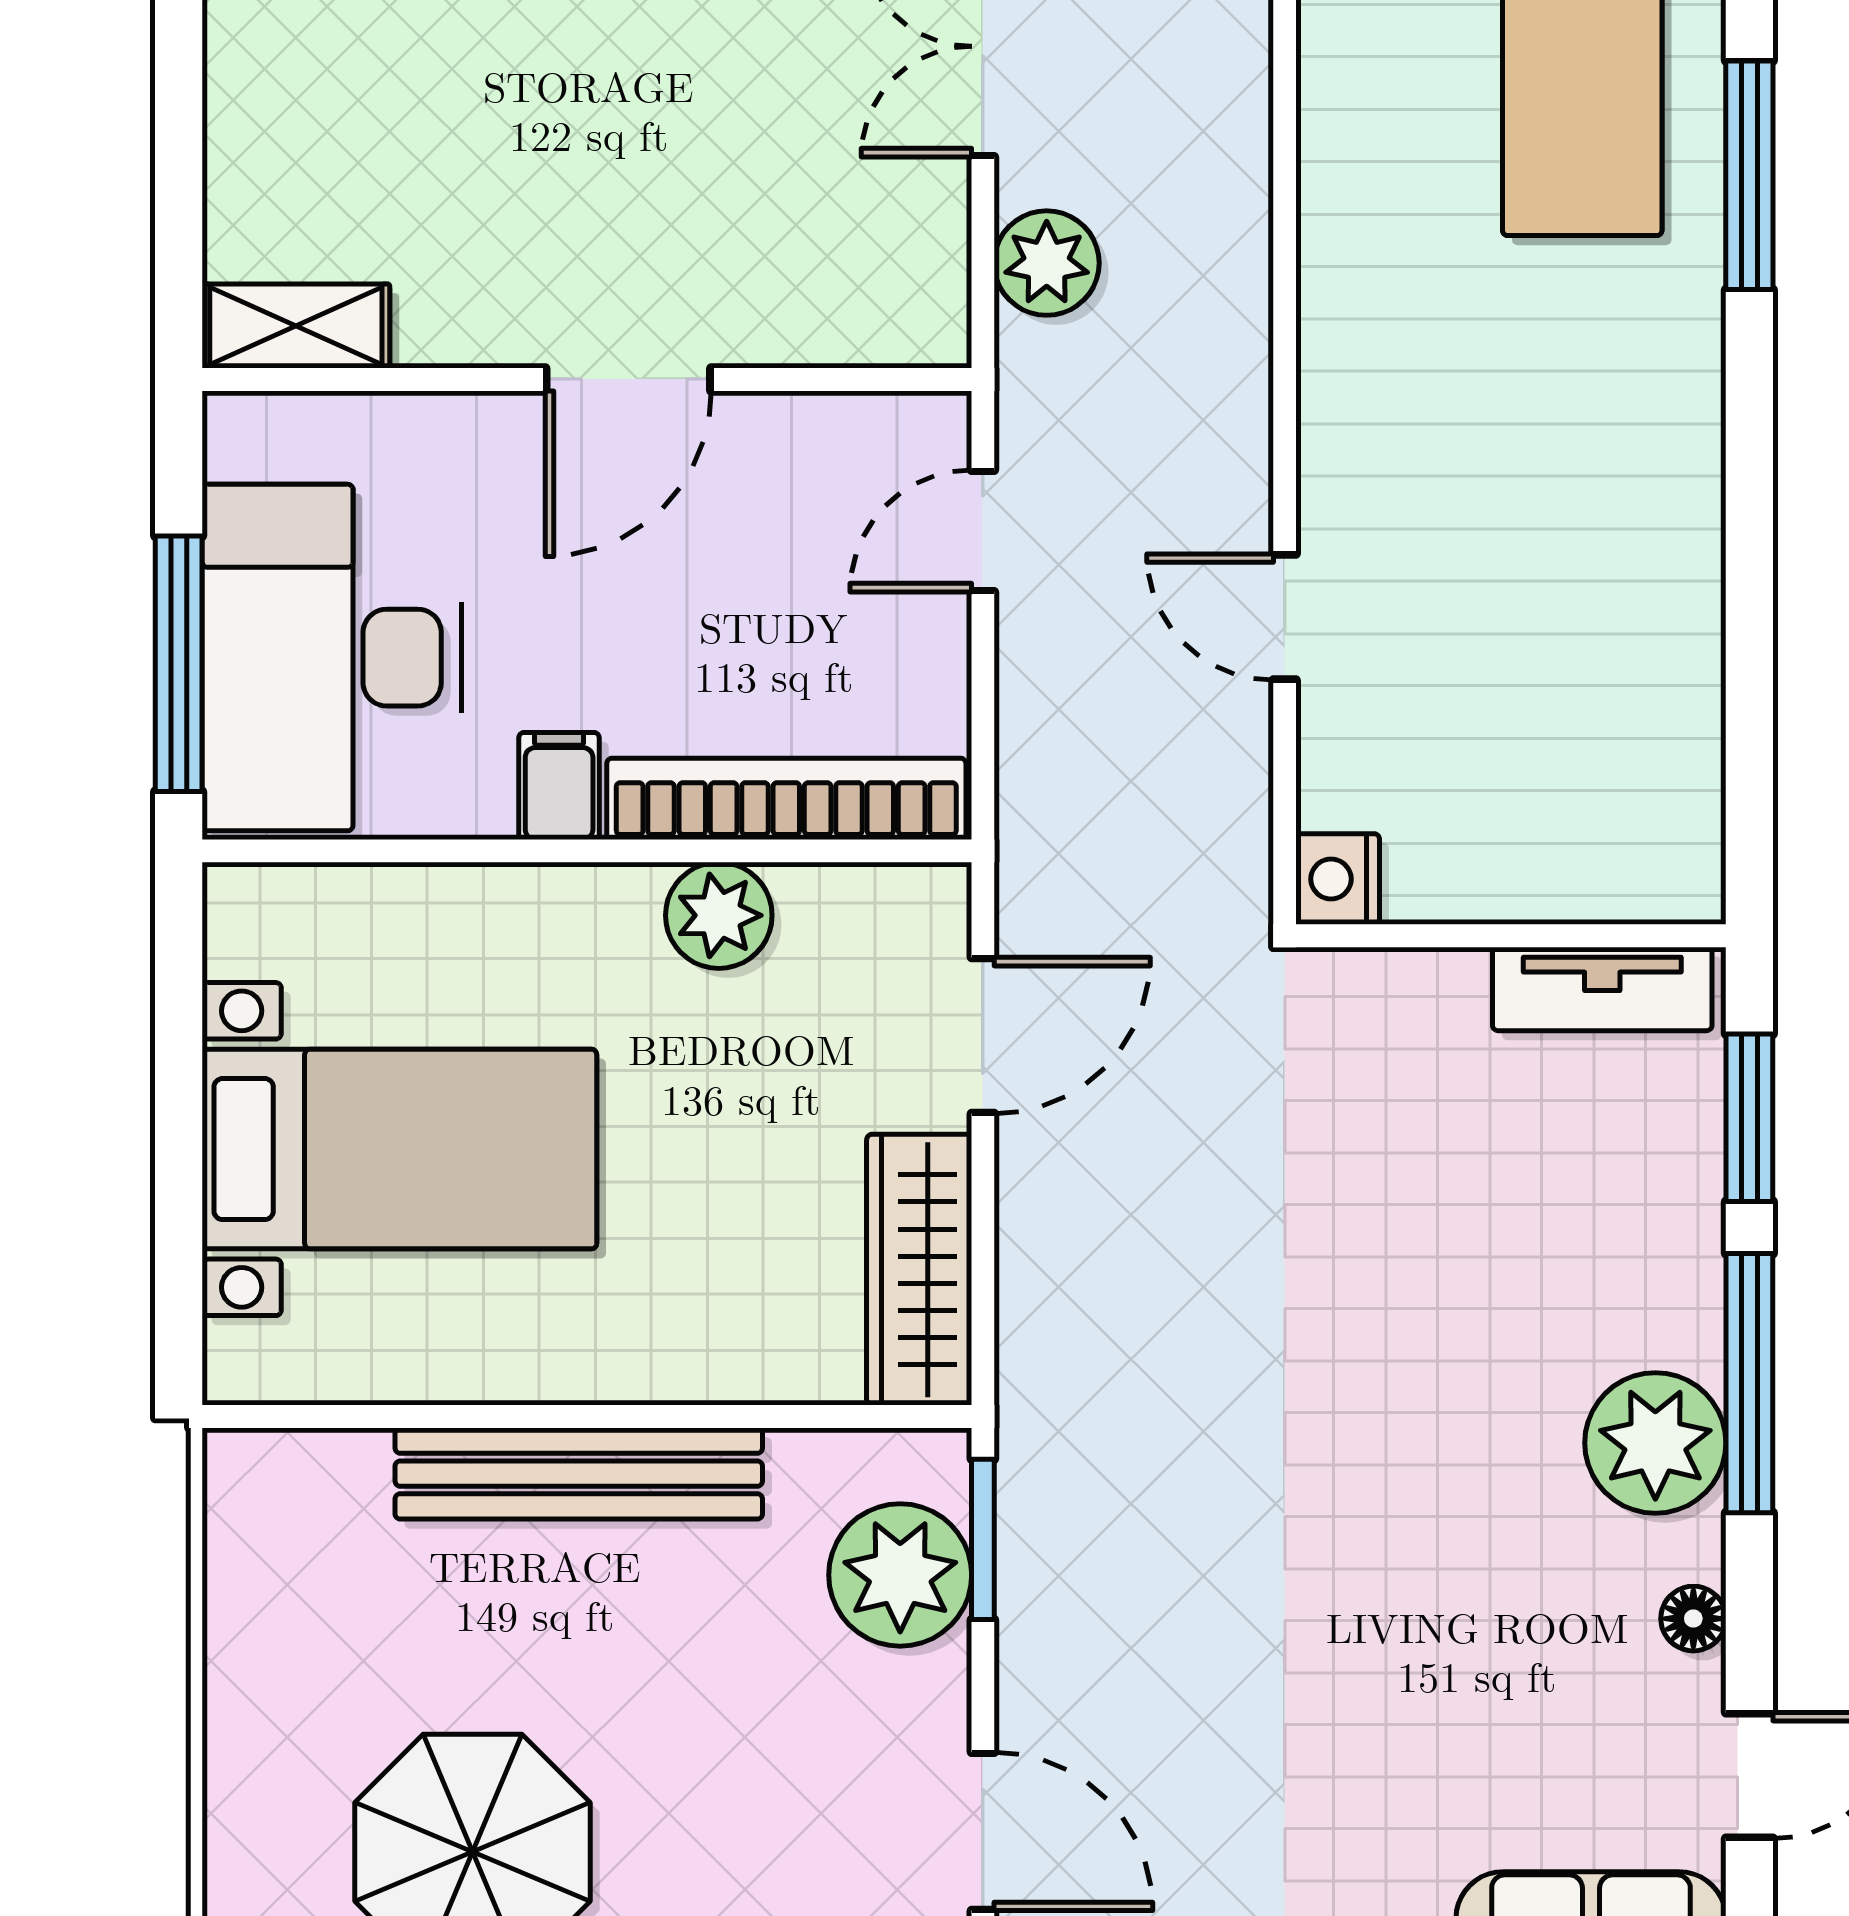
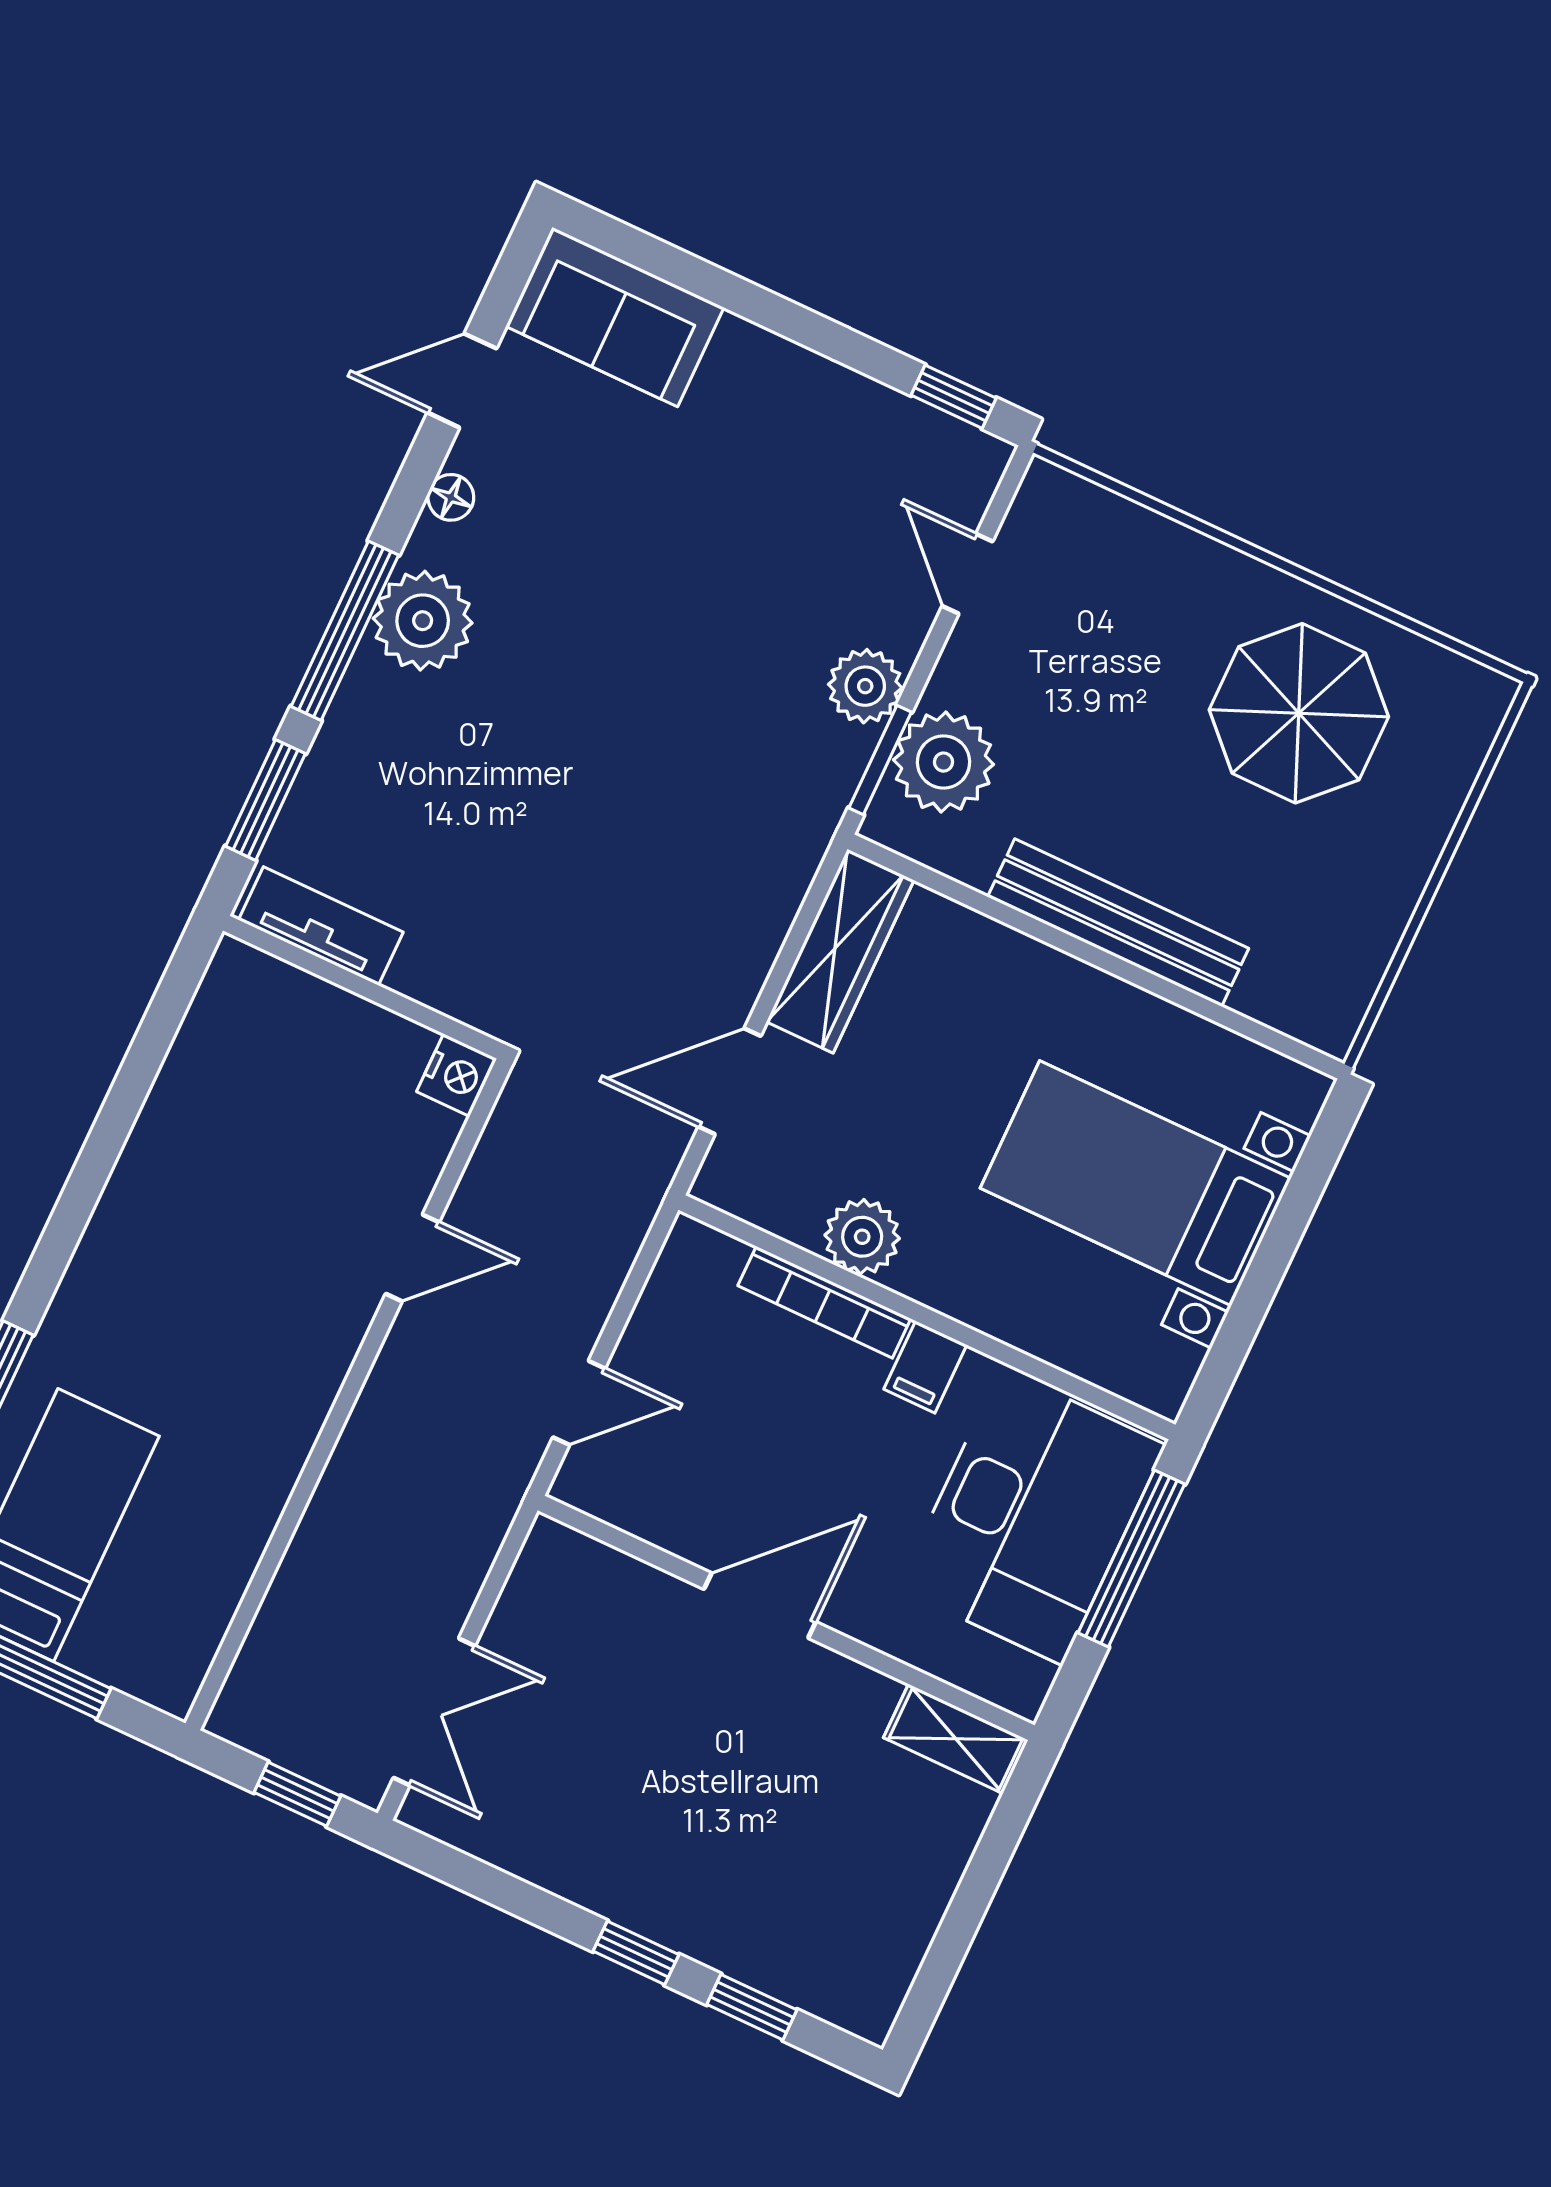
plant: (1047, 263) -> (865, 686), moved
door: (1285, 617) -> (412, 1258), hinge flipped
bookcase: (786, 799) -> (824, 1302), width x0.68, depth x0.76
door: (983, 1831) -> (967, 574), width x0.73

